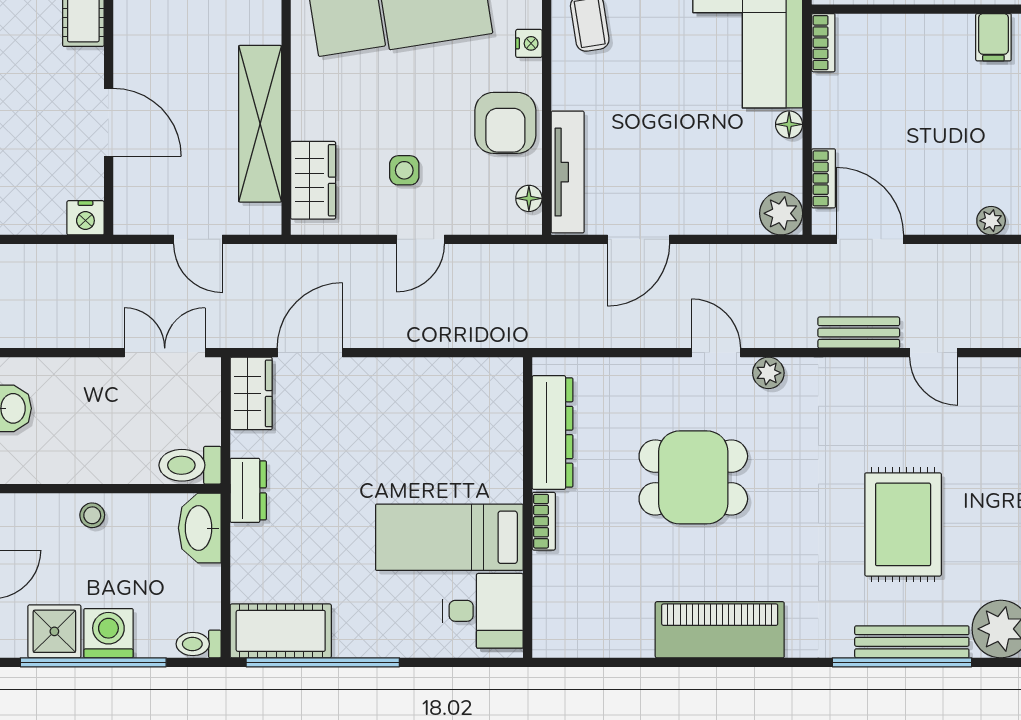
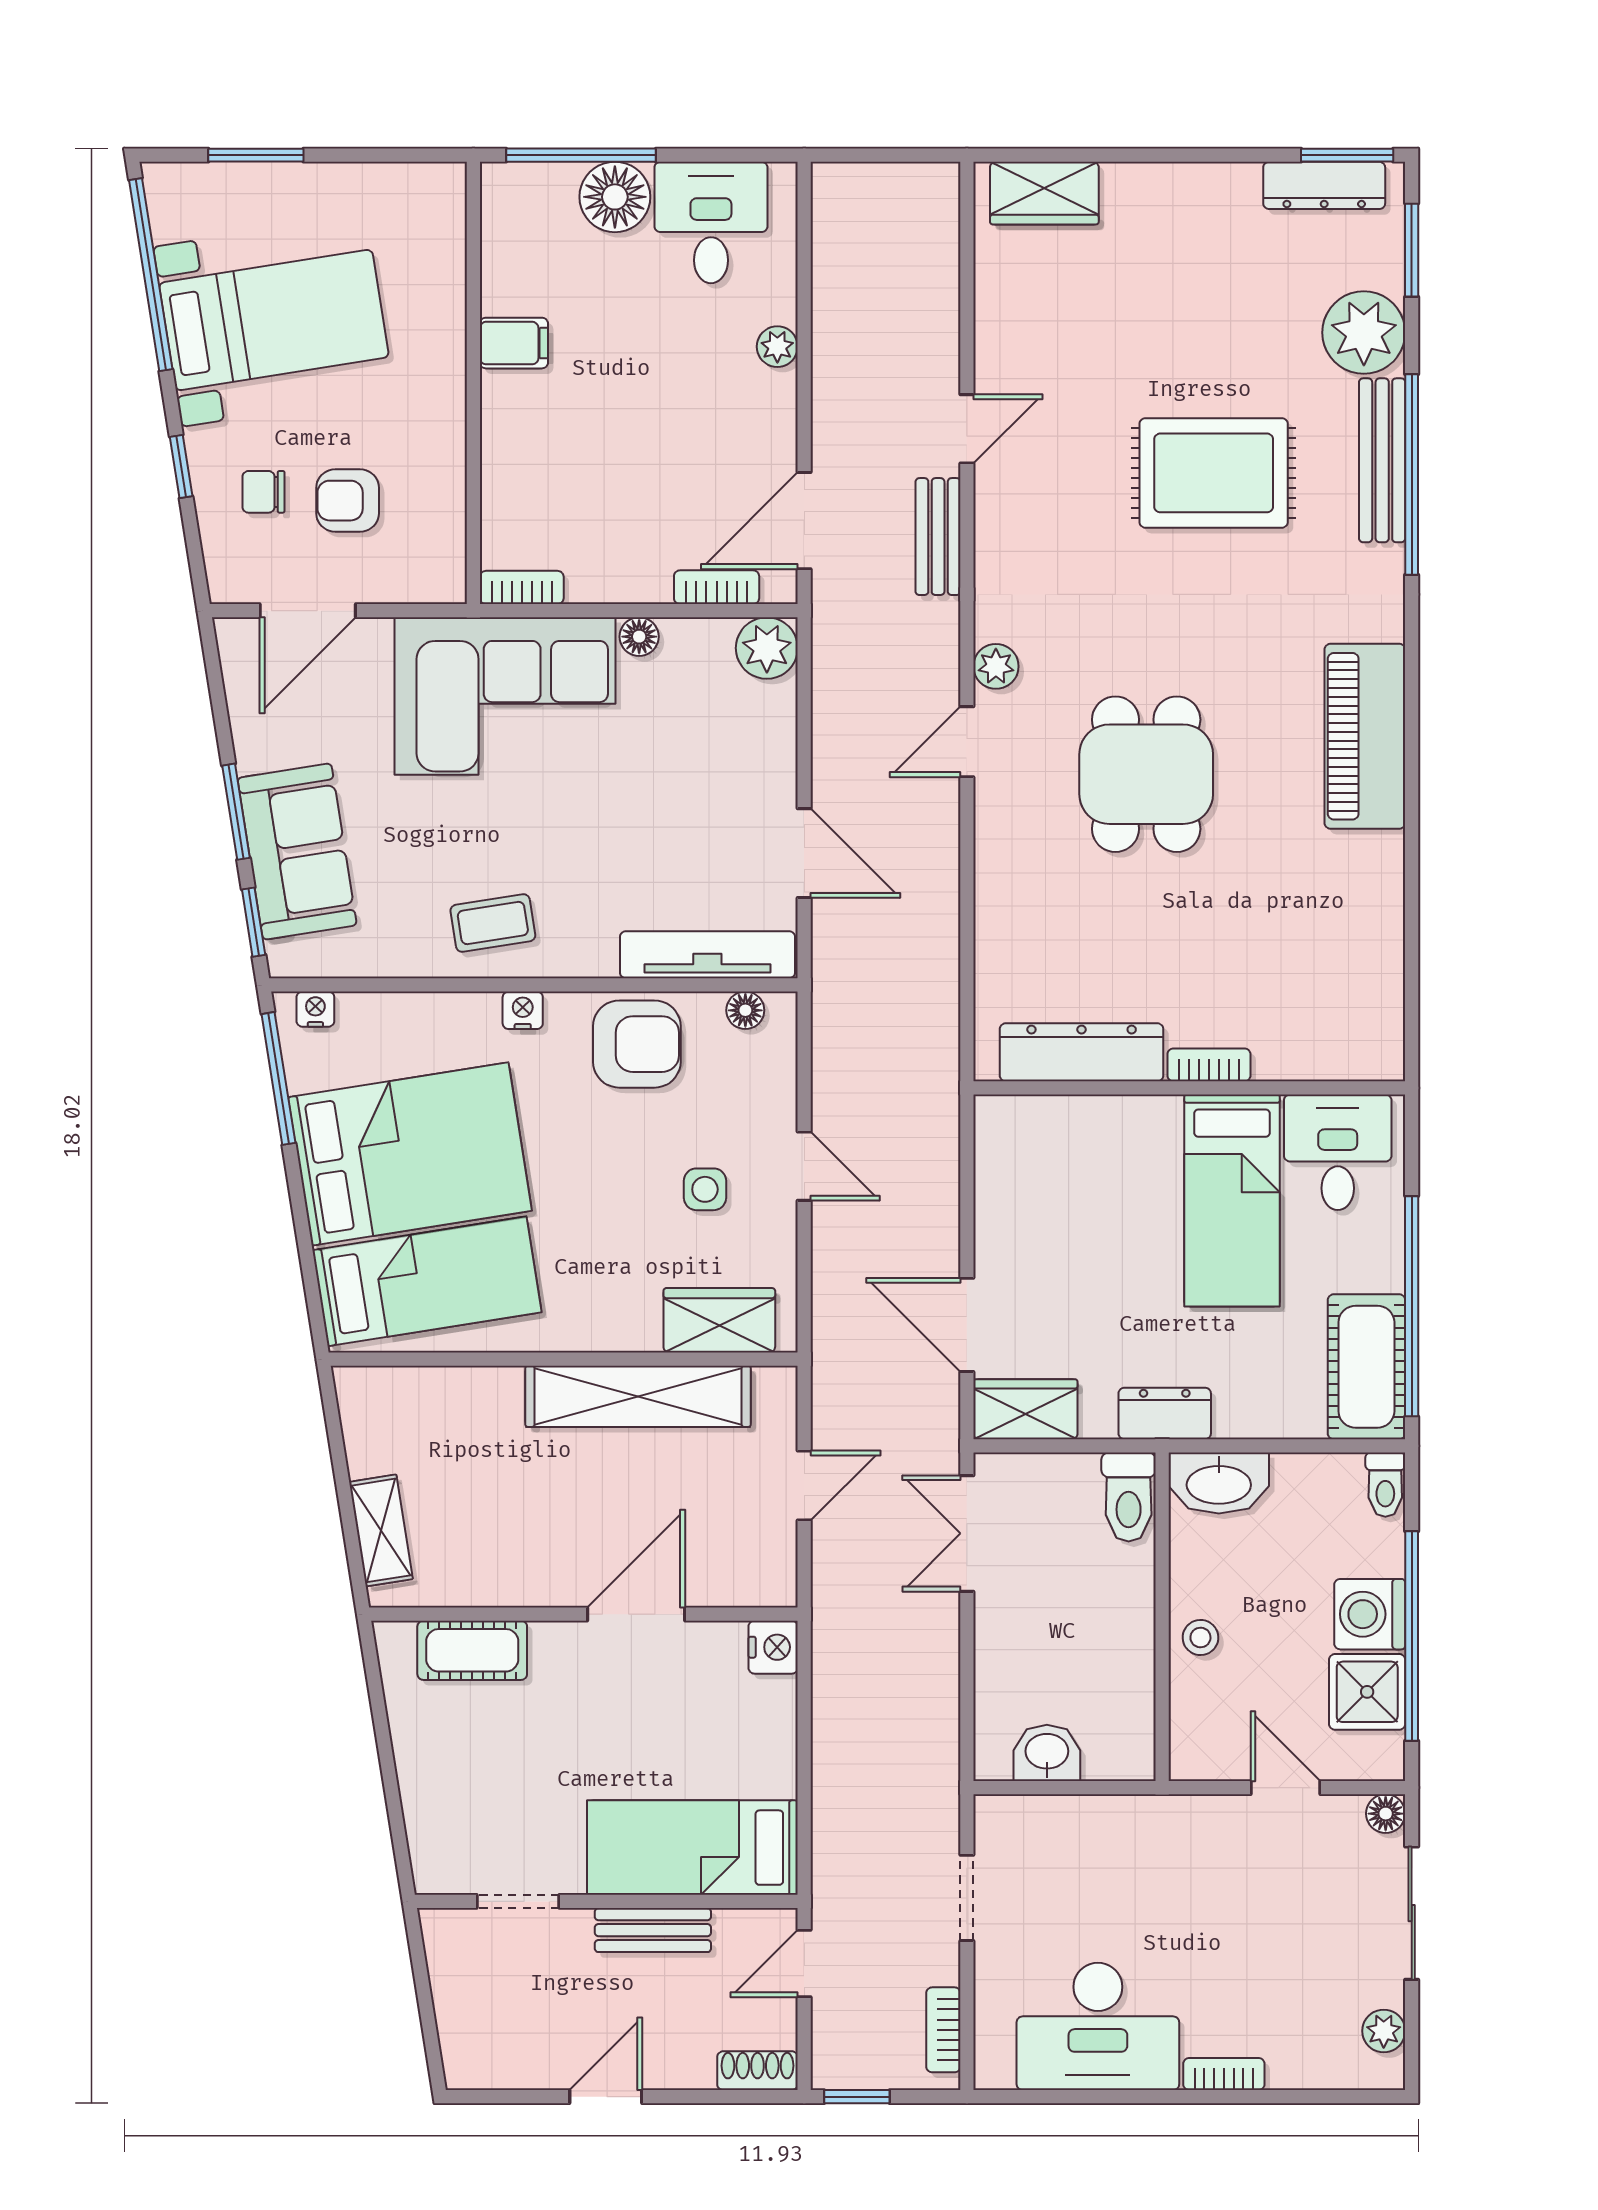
dresser: (553, 432) -> (1082, 1052), moved
wall: (528, 507) -> (1189, 1088), moved
bookcase: (544, 521) -> (1209, 1065), moved
bed: (449, 537) -> (1232, 1200), moved
desk: (483, 611) -> (1338, 1152), moved

